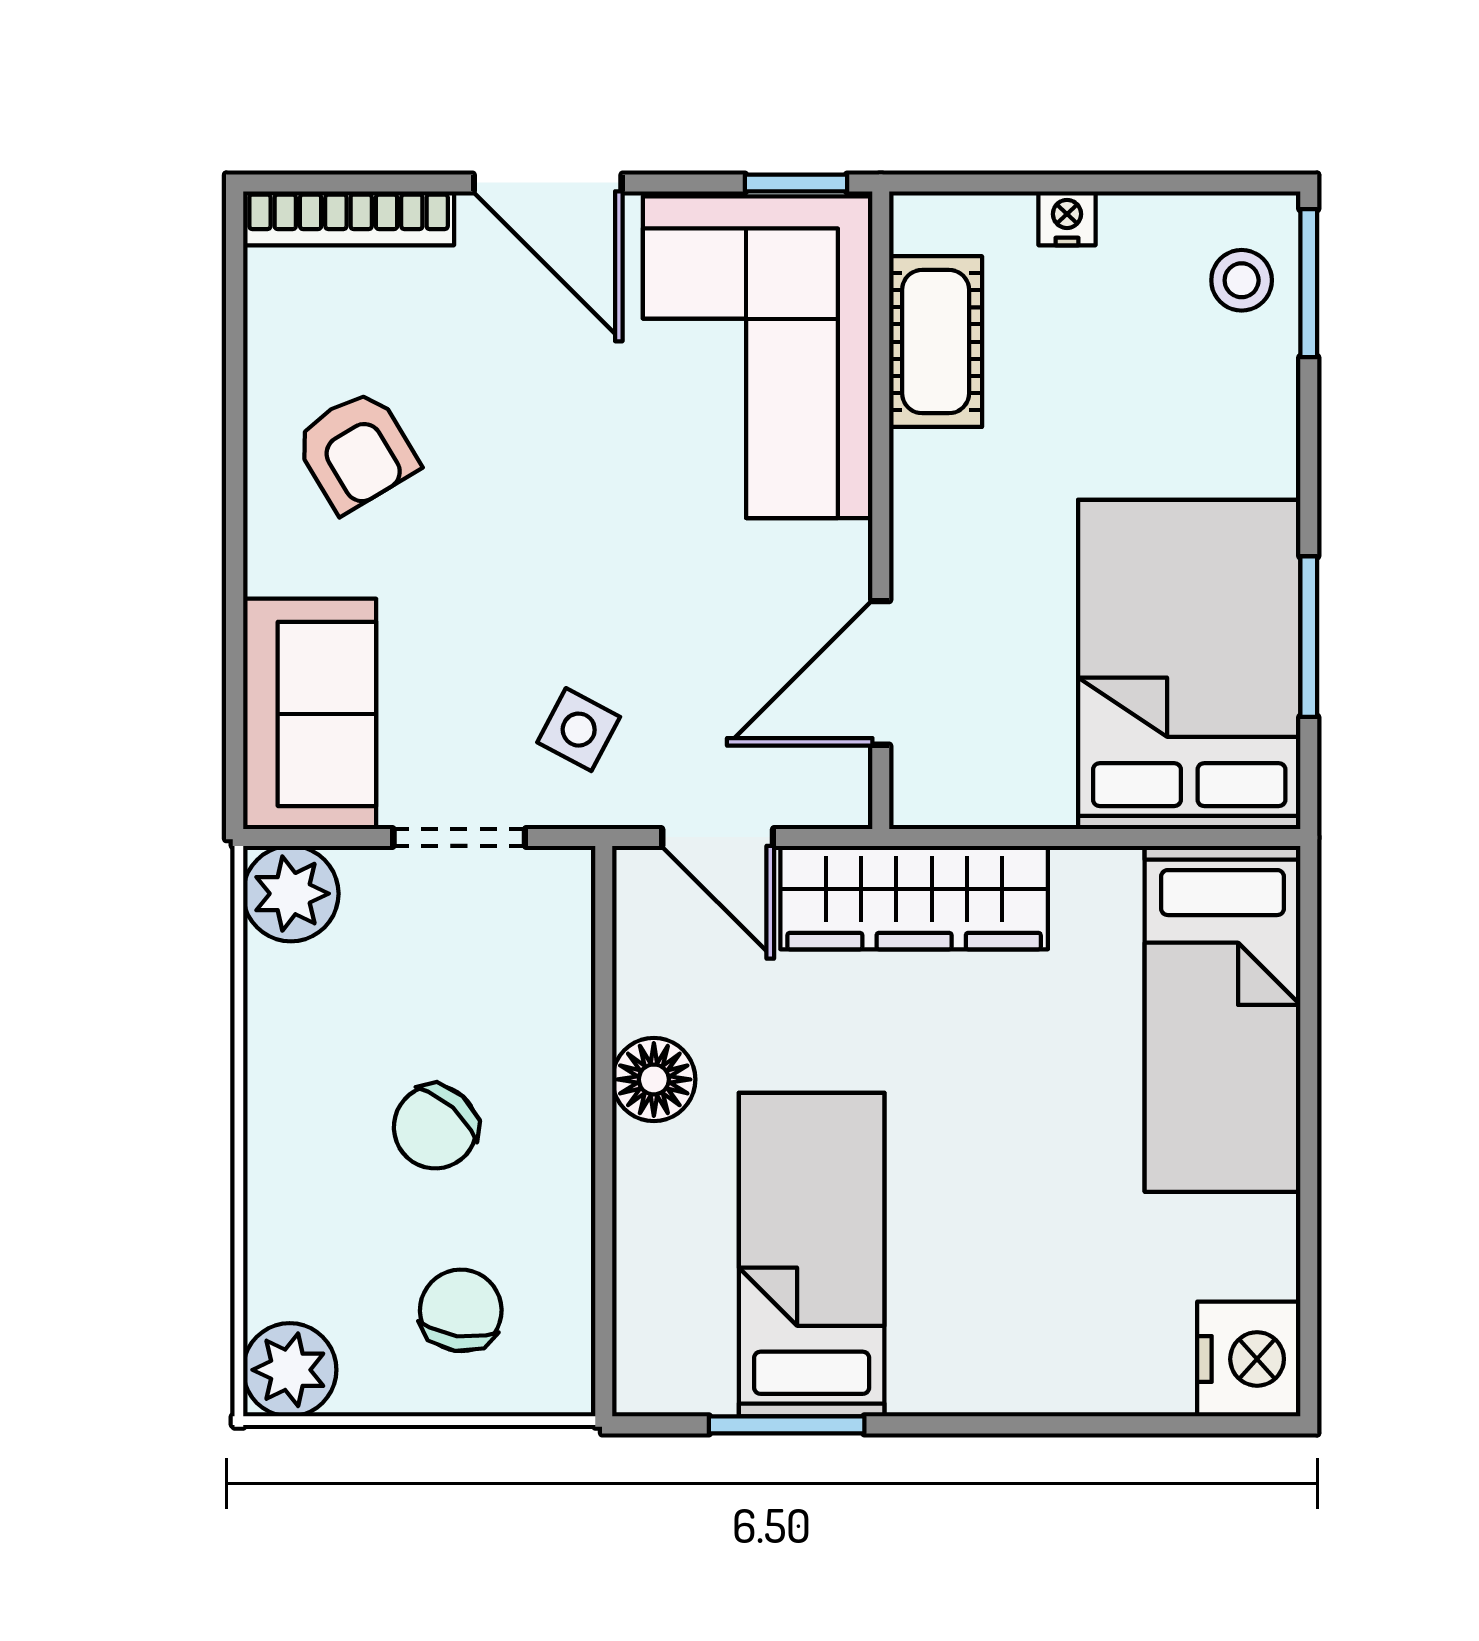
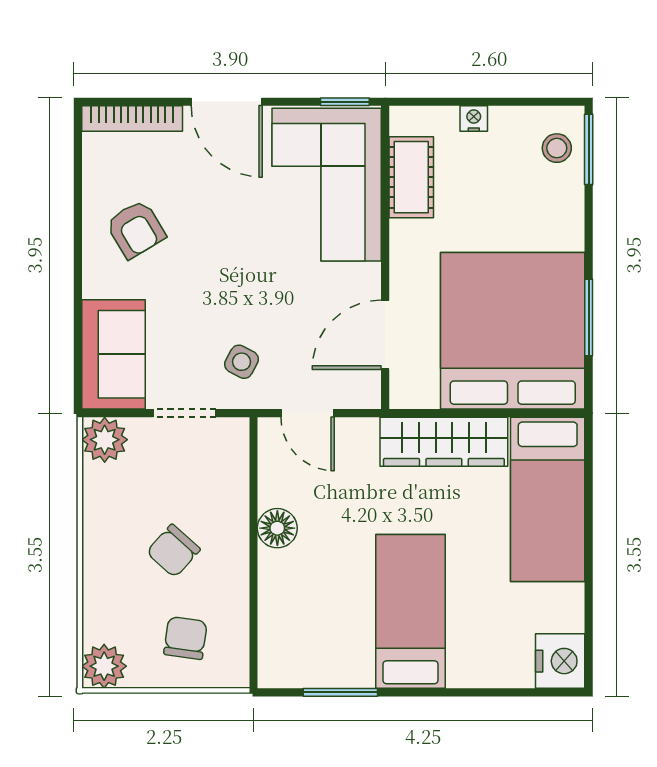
bed: (1189, 664) -> (513, 331), width x1.36
wardrobe: (914, 898) -> (444, 442), moved
bed: (812, 1255) -> (410, 611), moved

